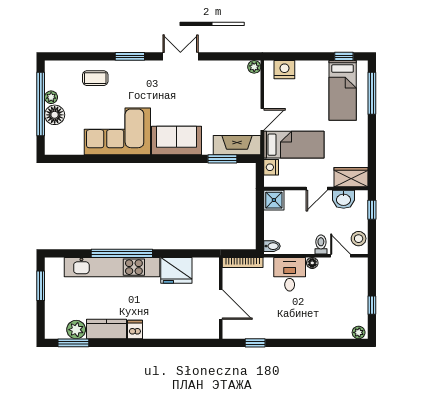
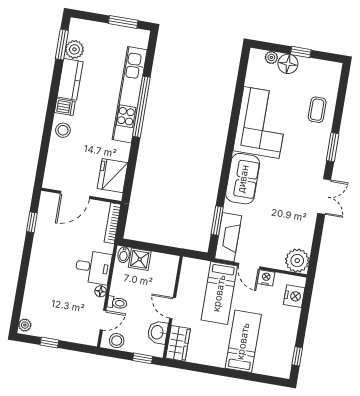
plant: (254, 67) -> (297, 261), width x1.87, depth x1.87
bed: (343, 90) -> (243, 341), moved, turned 90
window: (372, 93) -> (257, 378), removed
plant: (51, 97) -> (271, 57), moved
window: (41, 104) -> (301, 52), width x0.32
nightstand: (271, 167) -> (266, 278), moved
shower: (274, 200) -> (140, 259), moved
fridge: (176, 270) -> (113, 176), moved
stool: (158, 327) -> (63, 130), added

